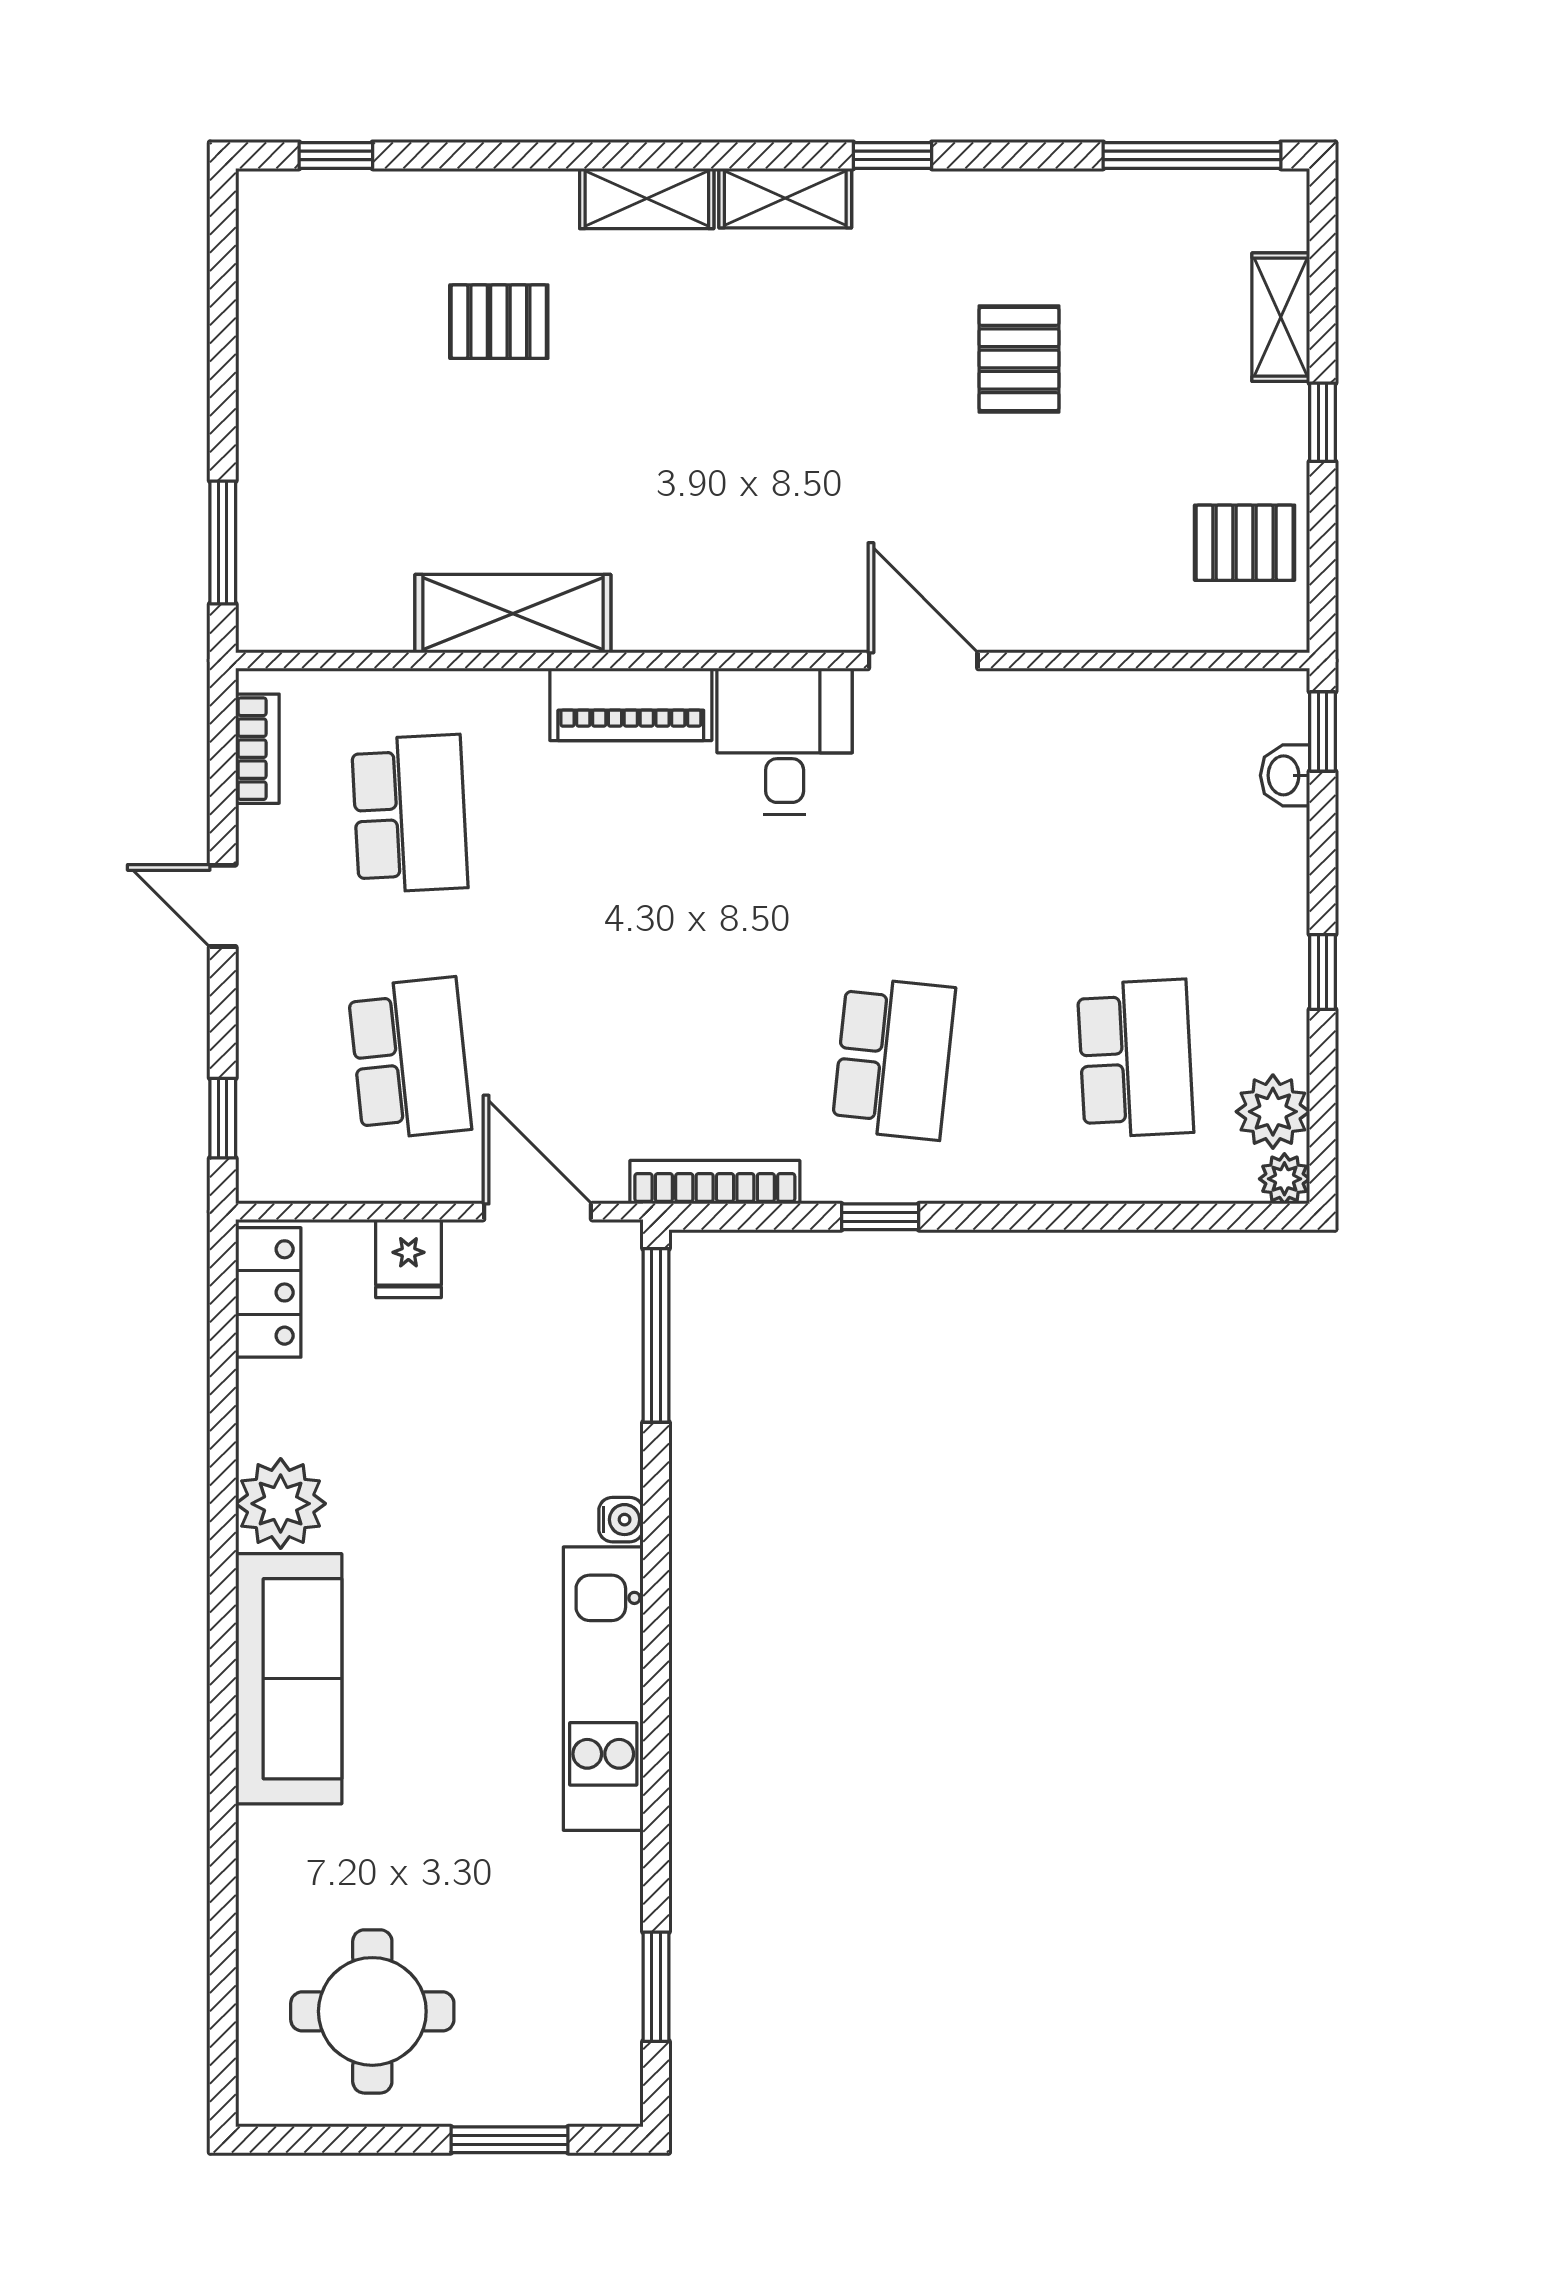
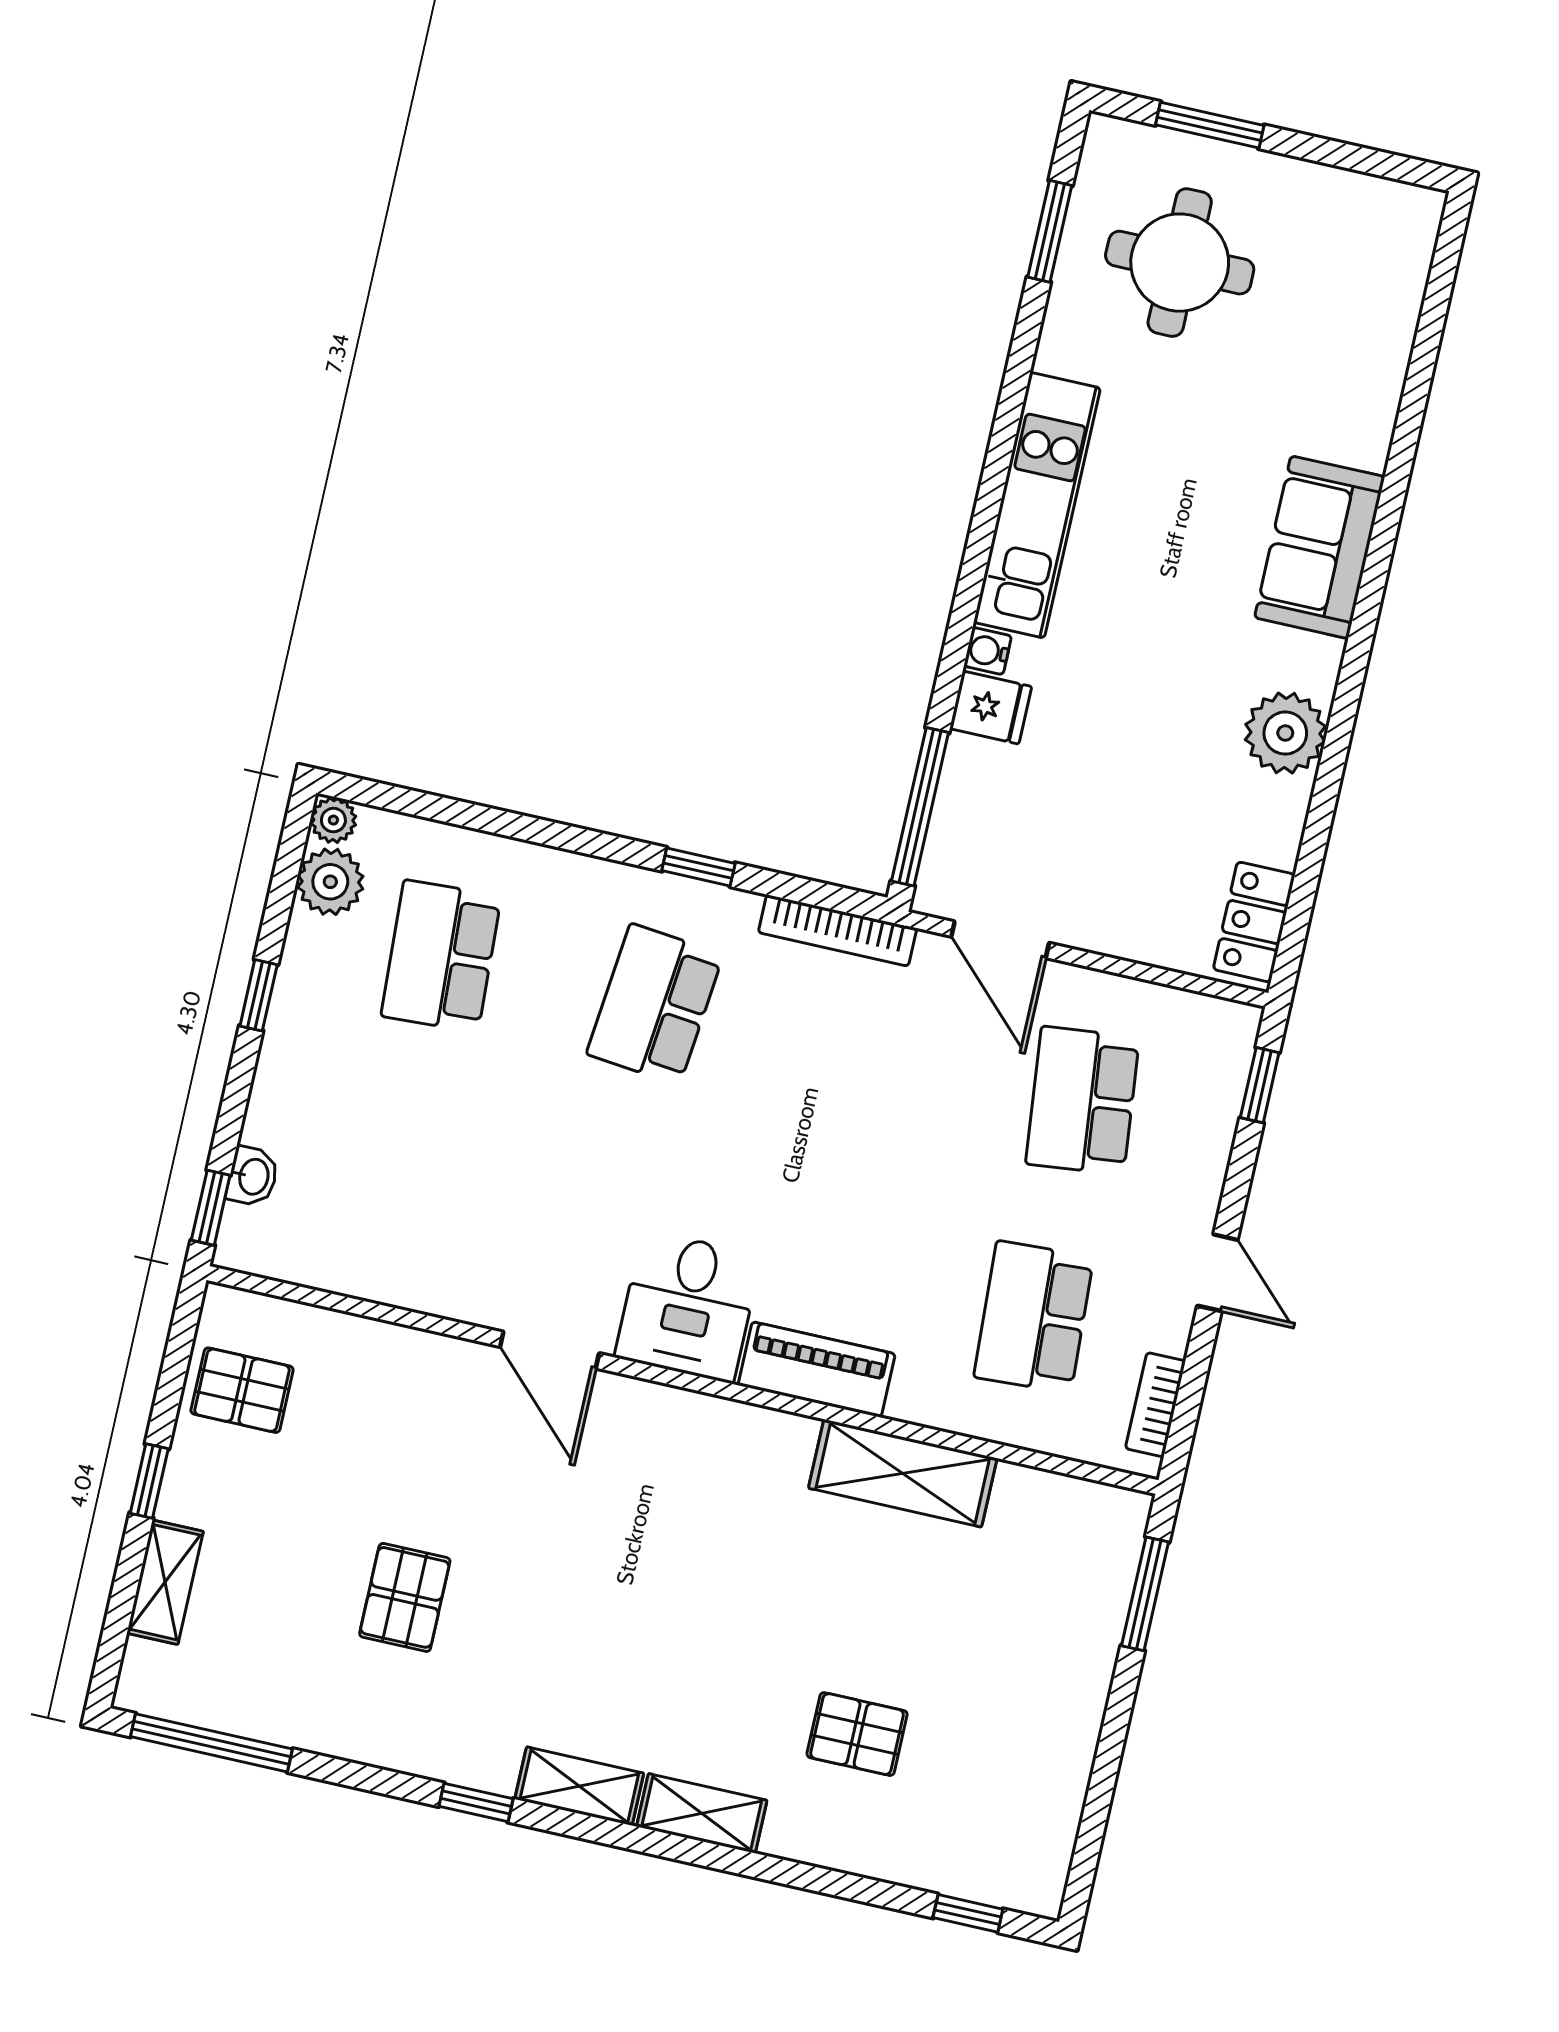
fridge: (408, 1259) -> (991, 708), moved, turned 90
sofa: (289, 1679) -> (1320, 547), width x0.73
round table: (372, 2011) -> (1180, 263), moved

